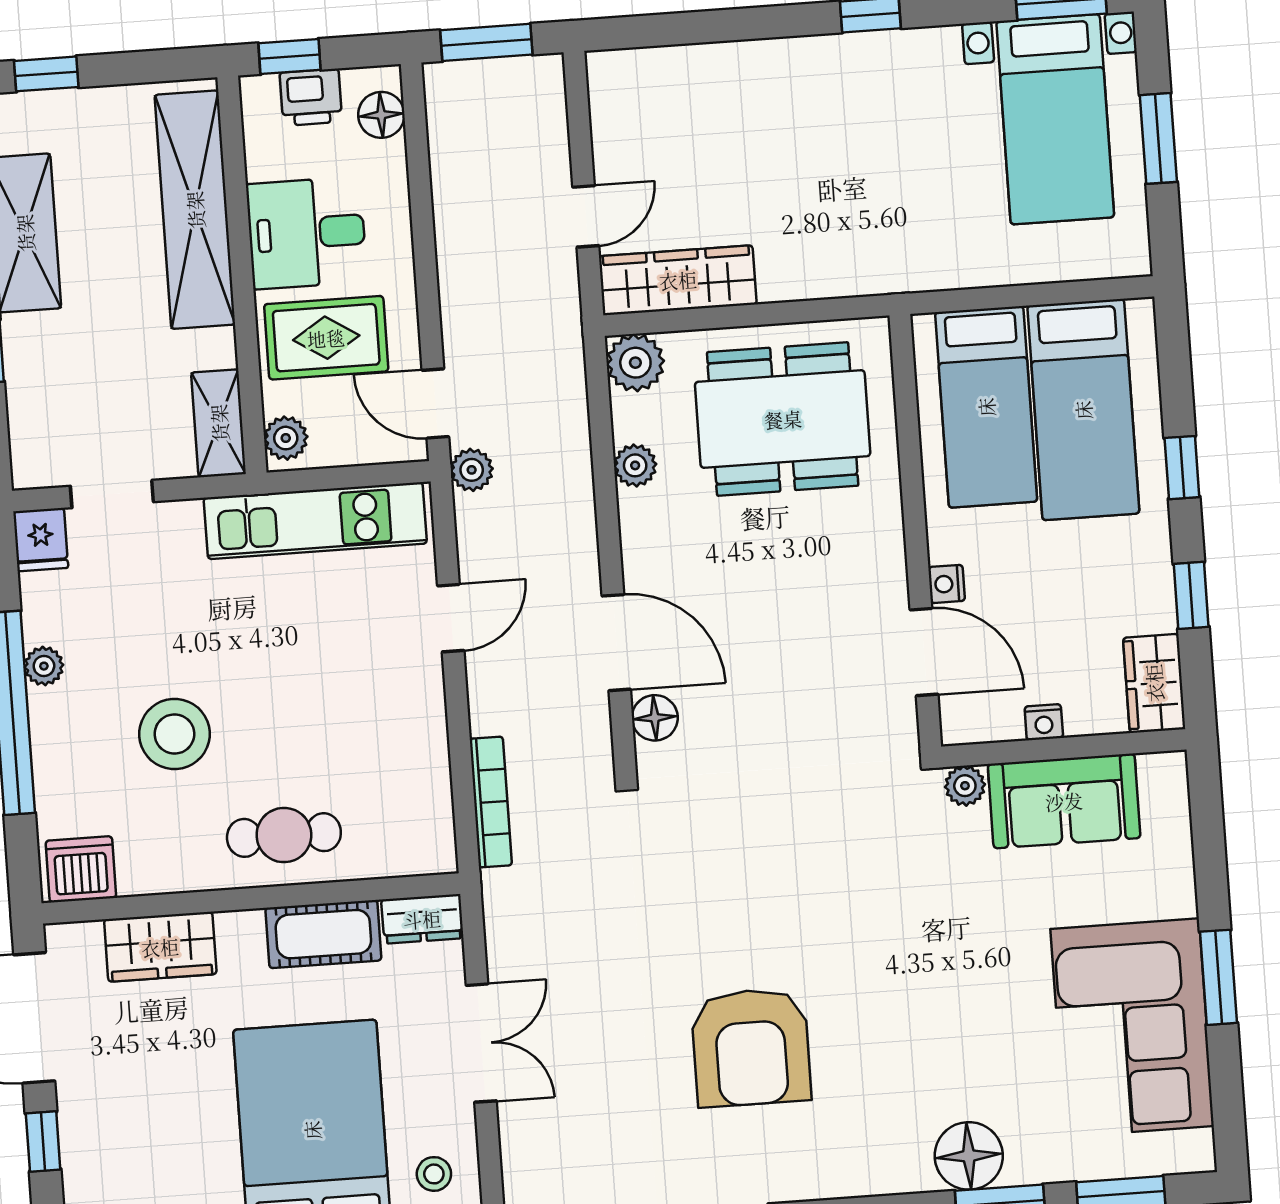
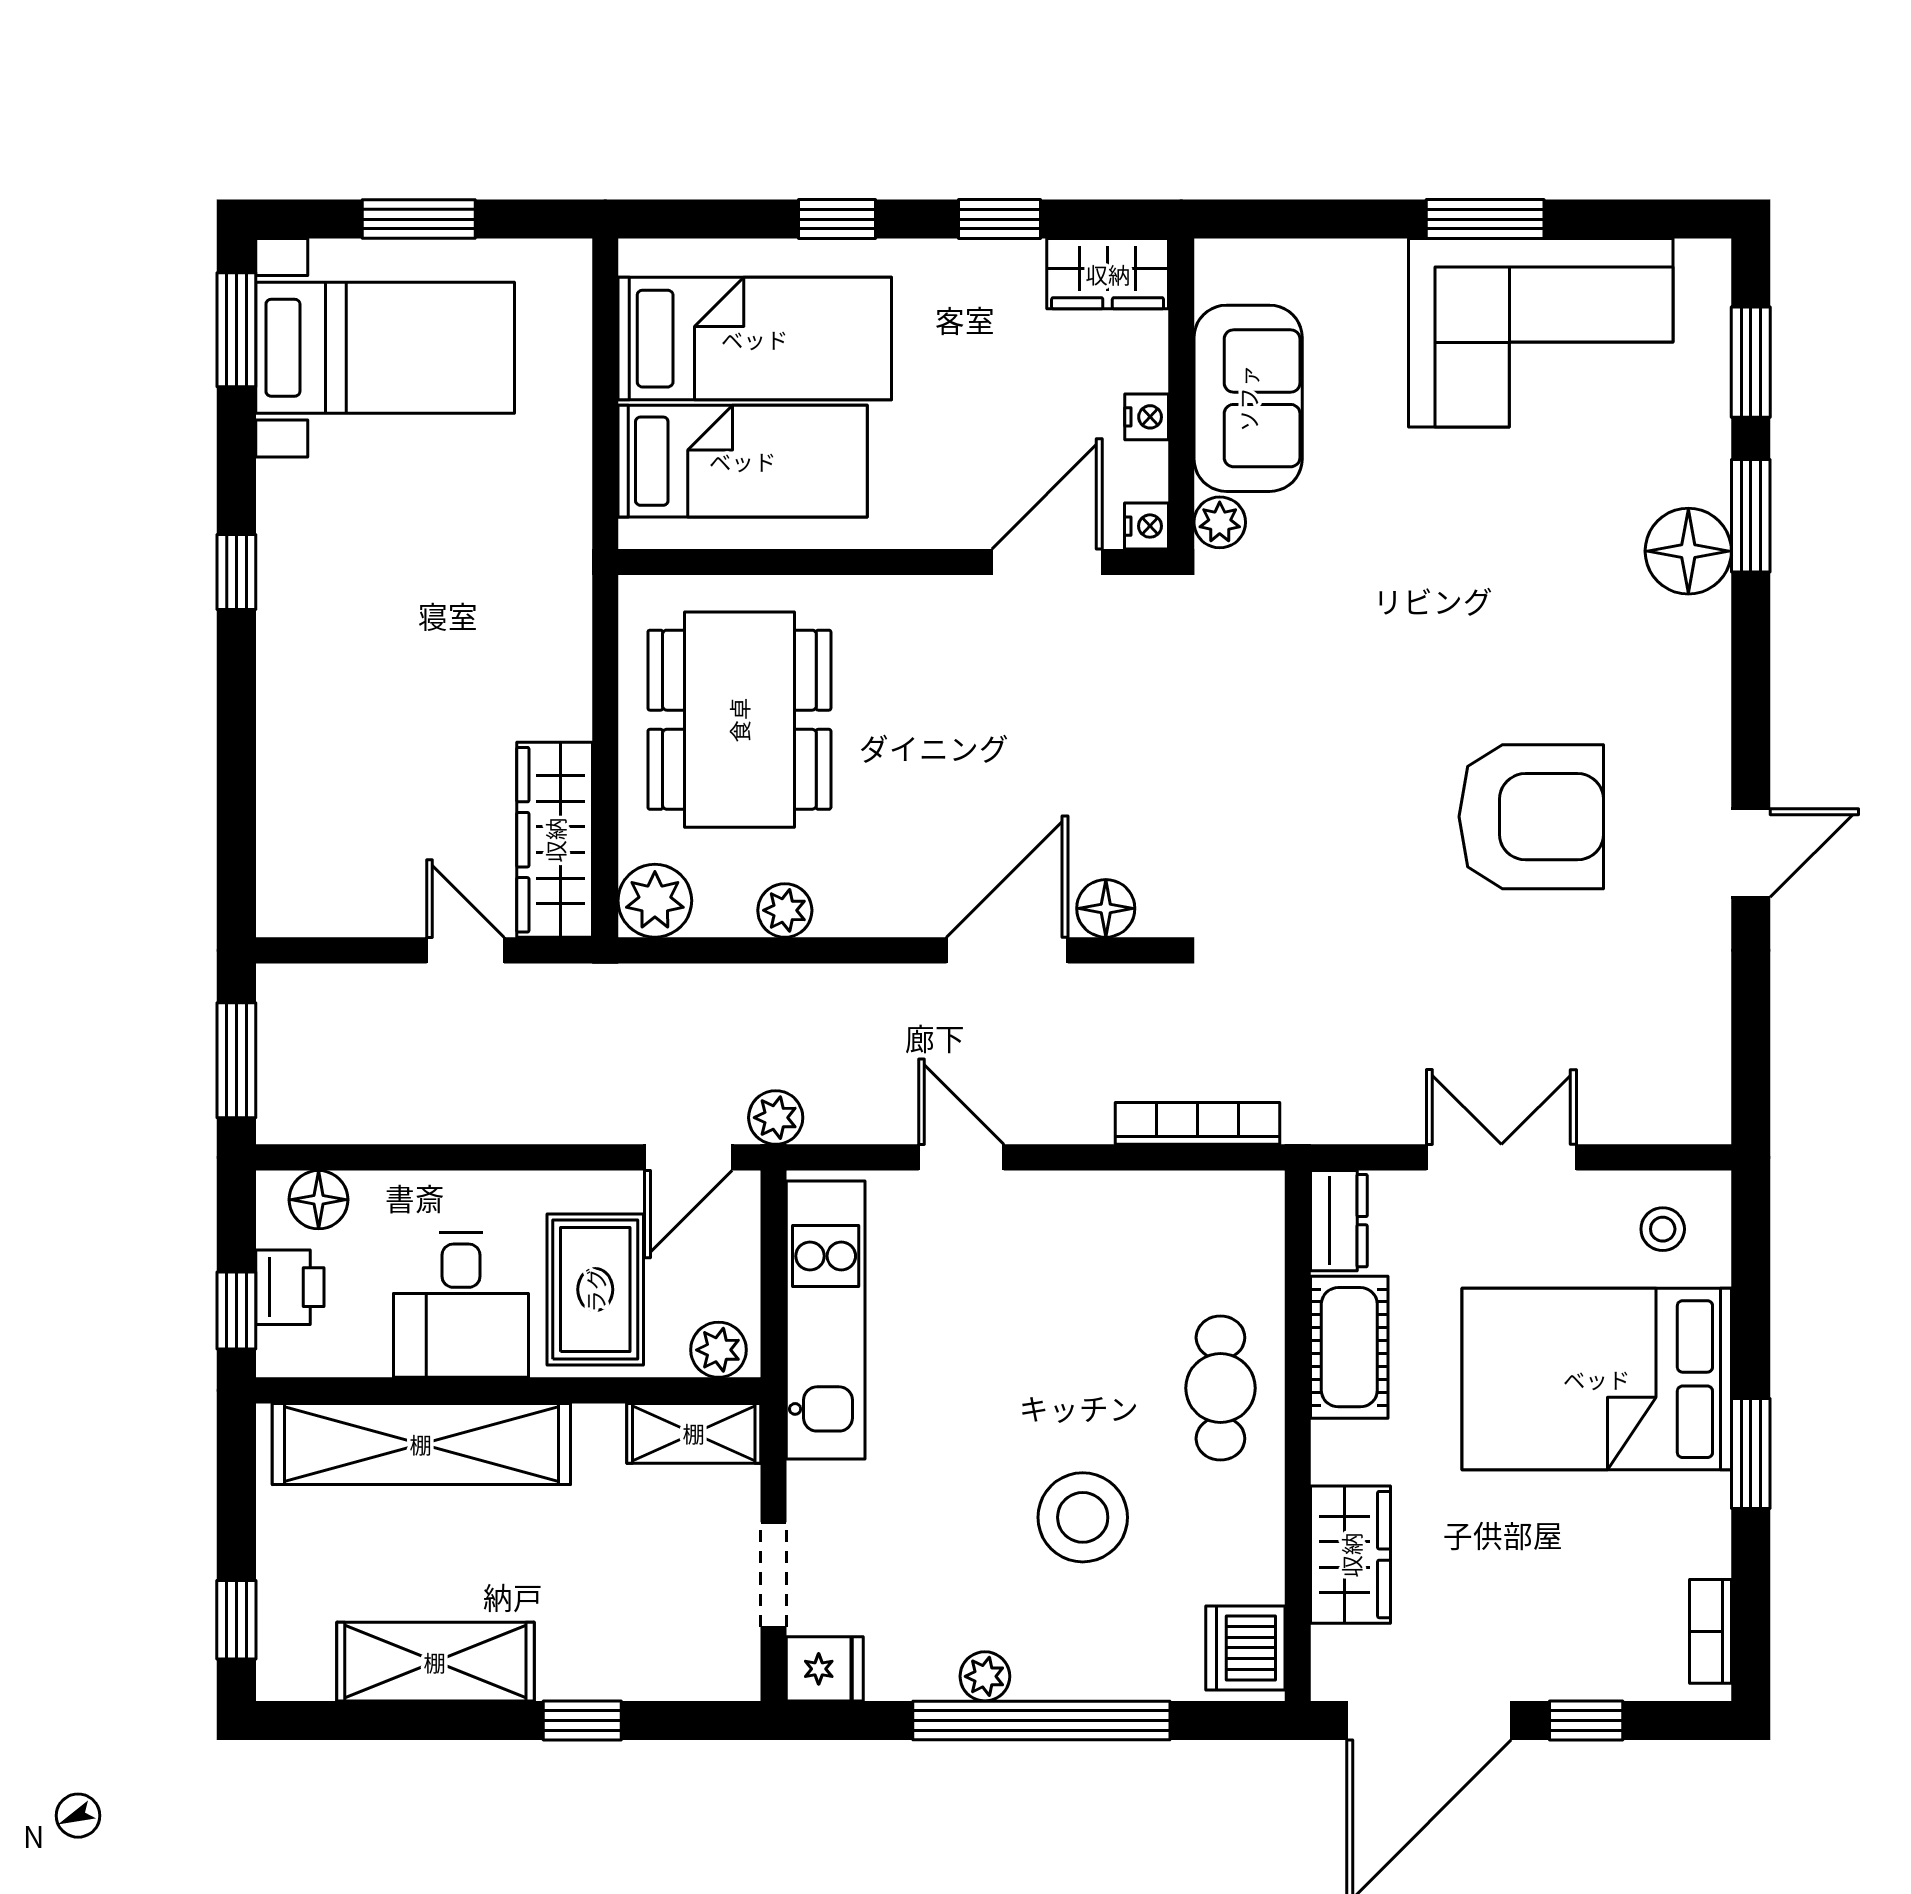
nightstand: (947, 584) -> (1146, 526), moved, turned -90

